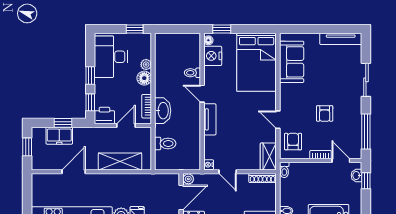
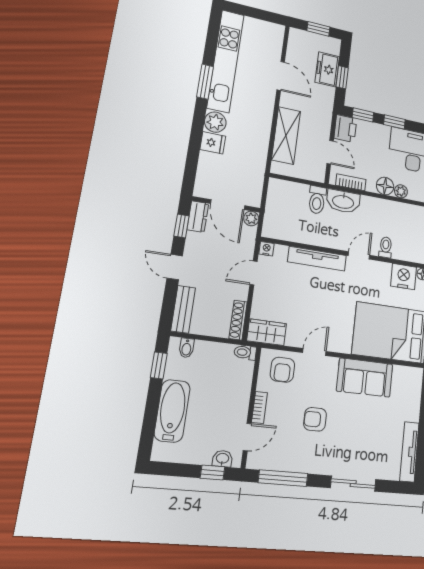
sofa: (292, 62) -> (365, 378), moved
tv unit: (210, 119) -> (317, 259), width x1.41
armchair: (293, 142) -> (282, 370), turned 90
toilet: (165, 144) -> (317, 200), moved

